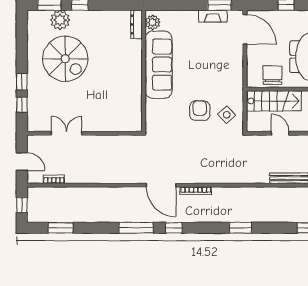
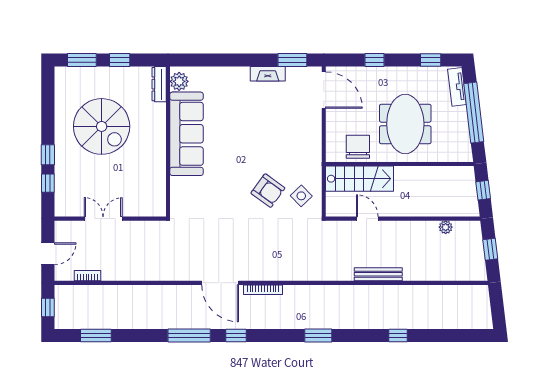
fireplace: (213, 16) -> (268, 74), moved
plant: (60, 20) -> (95, 79), removed
plant: (153, 22) -> (179, 81), moved
dresser: (136, 24) -> (159, 84), moved
sofa: (159, 65) -> (186, 134), moved
wall: (144, 71) -> (168, 142), moved
armchair: (200, 111) -> (268, 191), turned 126
door: (22, 162) -> (48, 254), hinge flipped

